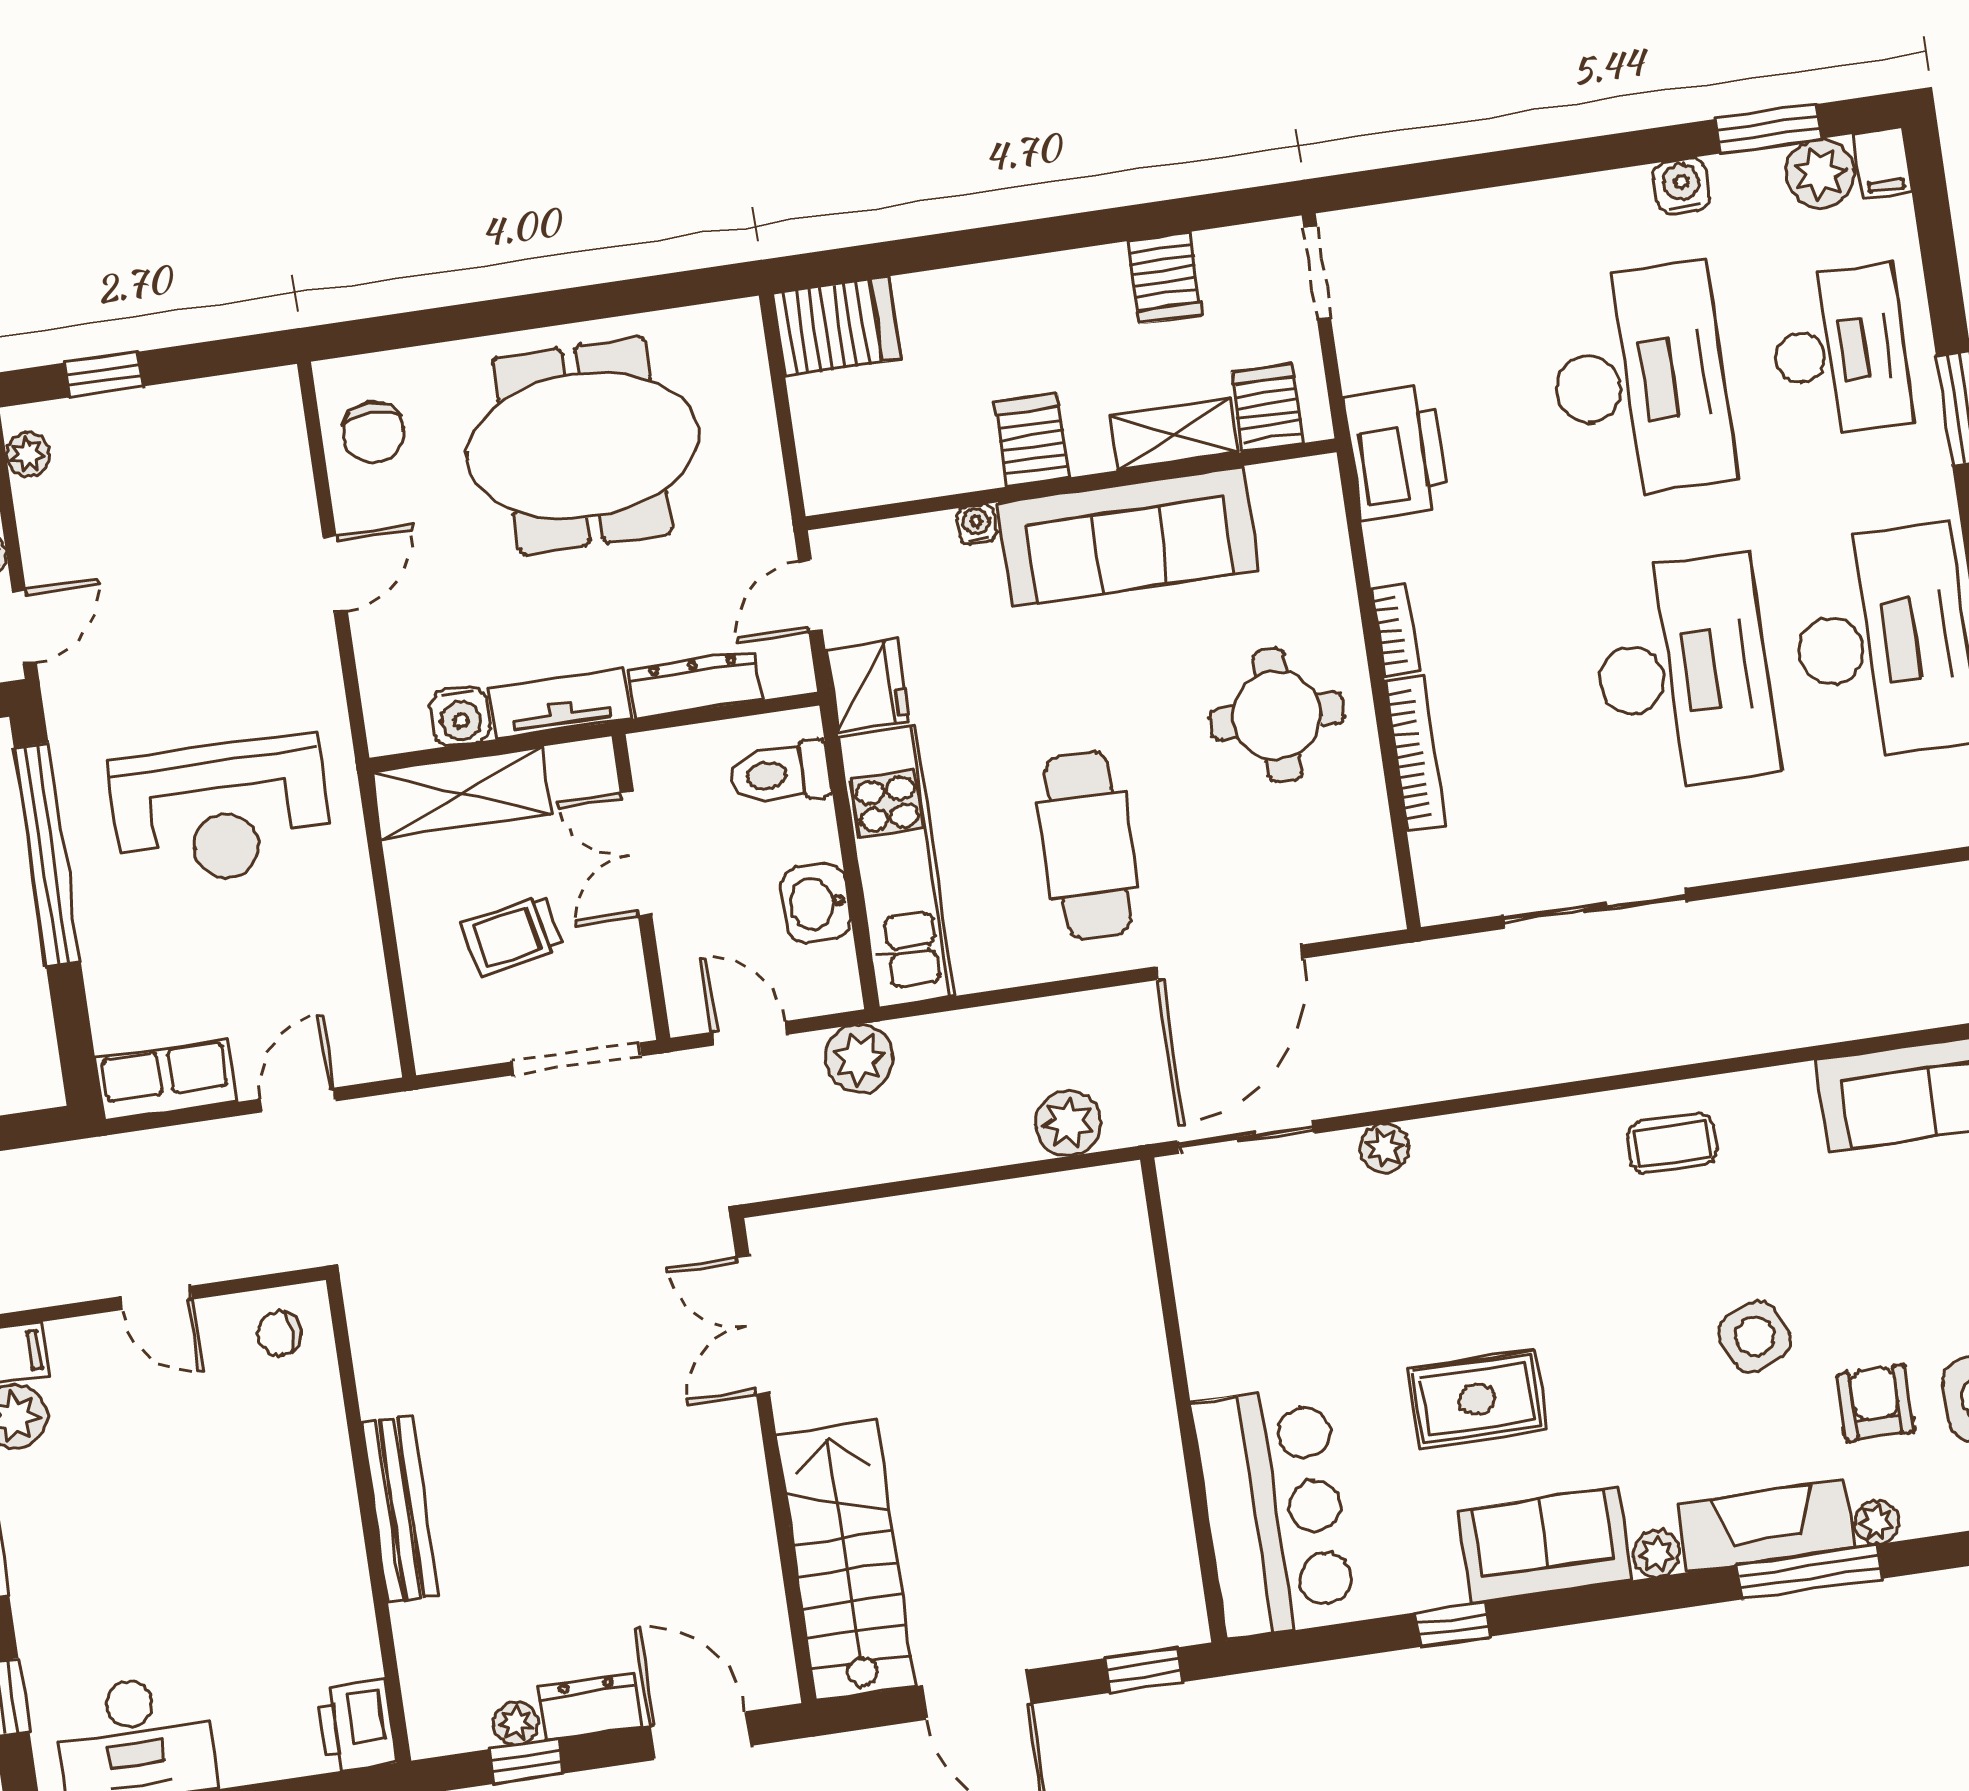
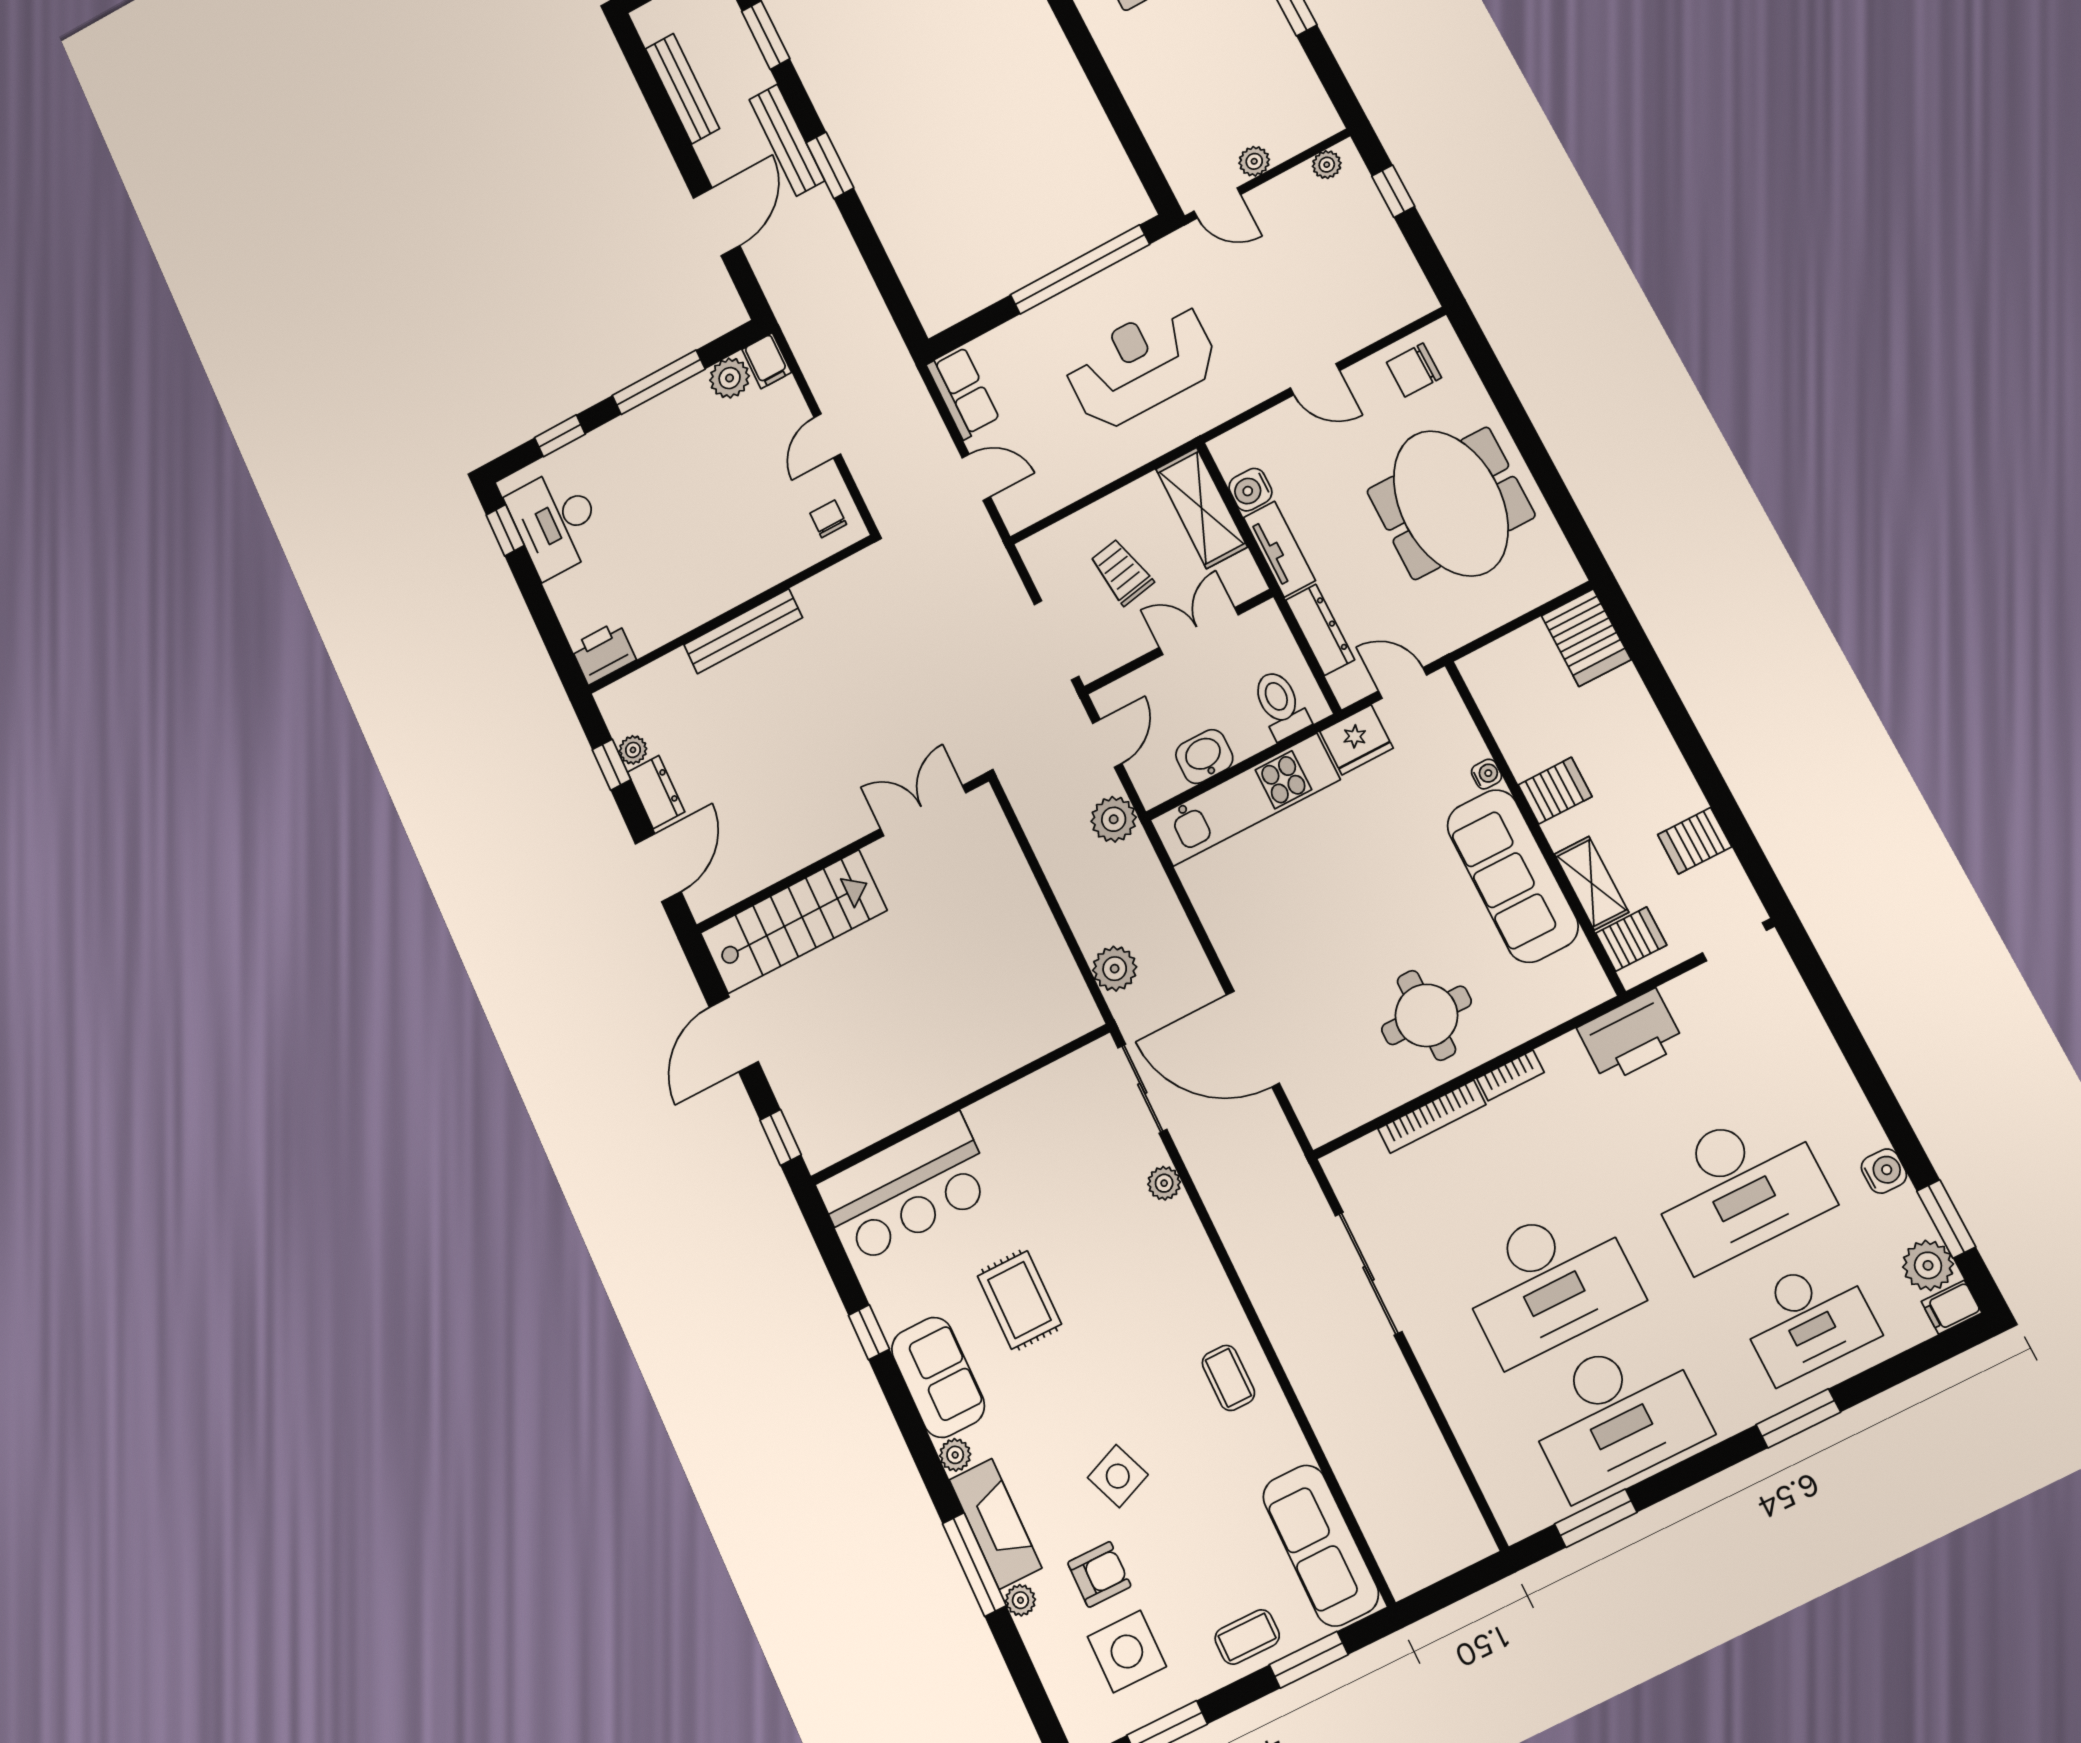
reception desk: (221, 812) -> (1141, 365), turned 90
cafe table: (1088, 845) -> (1300, 919), removed

